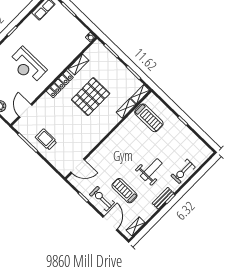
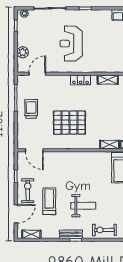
locker: (60, 84) -> (81, 80), width x0.66
pallet: (91, 97) -> (69, 123), moved

